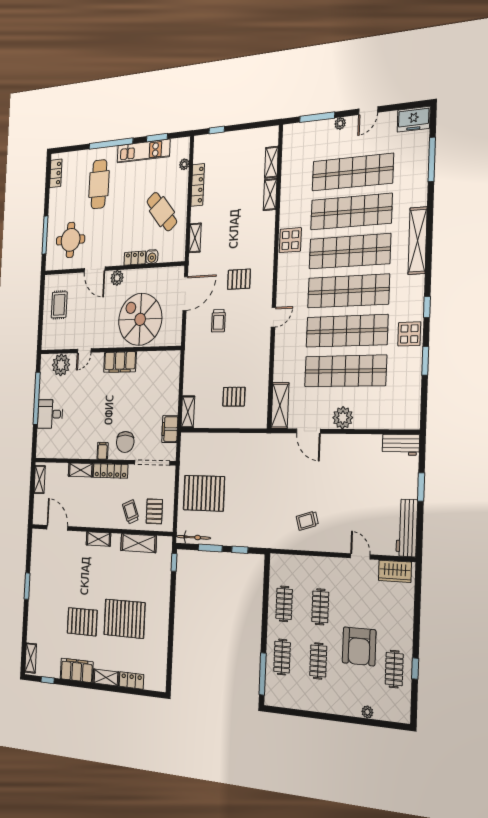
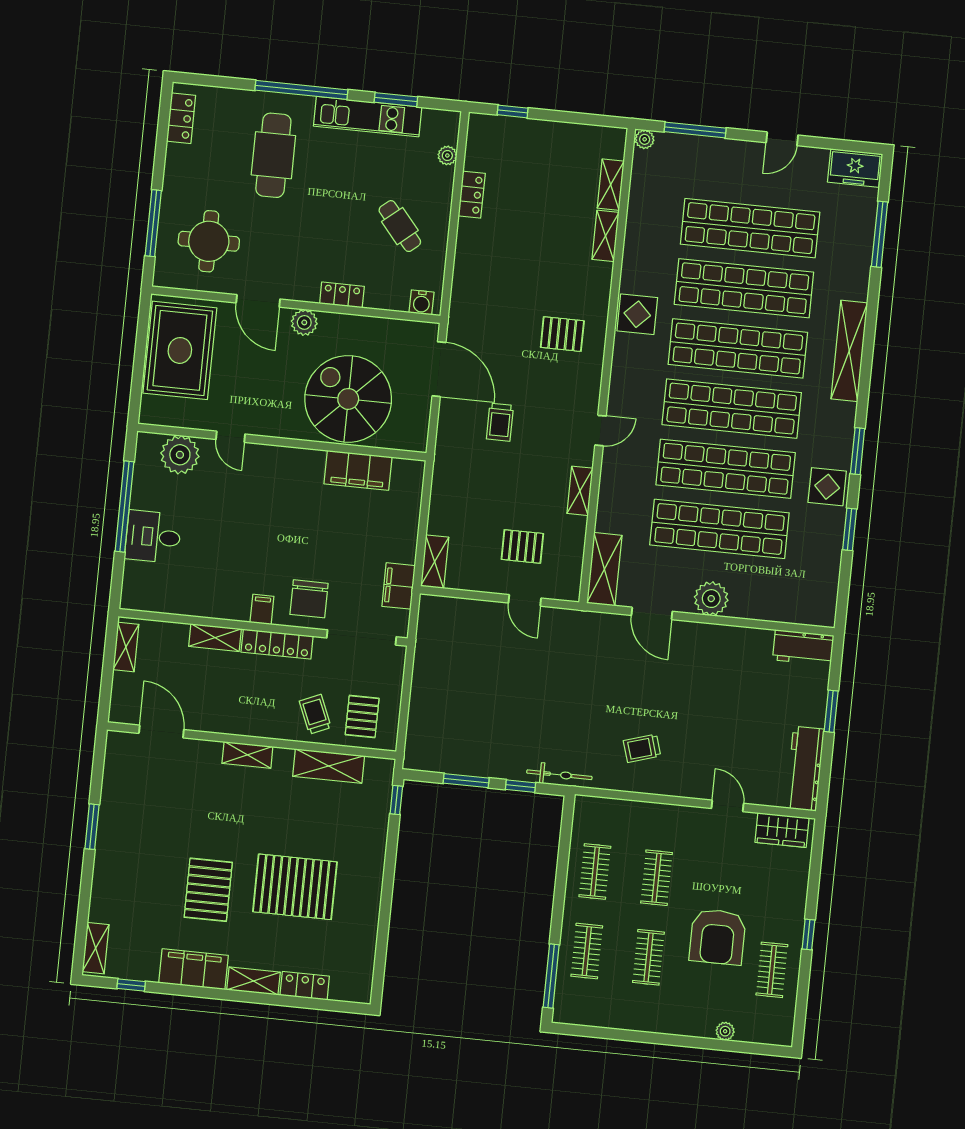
plant: (340, 123) -> (645, 139), moved
locker: (198, 185) -> (472, 195), width x0.66
cafe table: (162, 212) -> (400, 226), width x0.73, depth x0.74
shelving: (195, 238) -> (580, 491), moved
water cooler: (152, 257) -> (421, 302), moved
pallet: (239, 279) -> (562, 334), moved
door: (185, 294) -> (439, 369), hinge flipped
rug: (59, 305) -> (180, 350), width x1.86, depth x2.06
window: (427, 307) -> (858, 451), width x1.50
door: (84, 351) -> (231, 437), hinge flipped
filing cabinet: (120, 362) -> (358, 470), moved
door: (237, 431) -> (525, 600), added
pallet: (204, 493) -> (459, 694), removed
bicycle: (193, 537) -> (559, 775), moved
pallet: (82, 622) -> (208, 890), turned 90
window: (415, 669) -> (808, 934), moved

